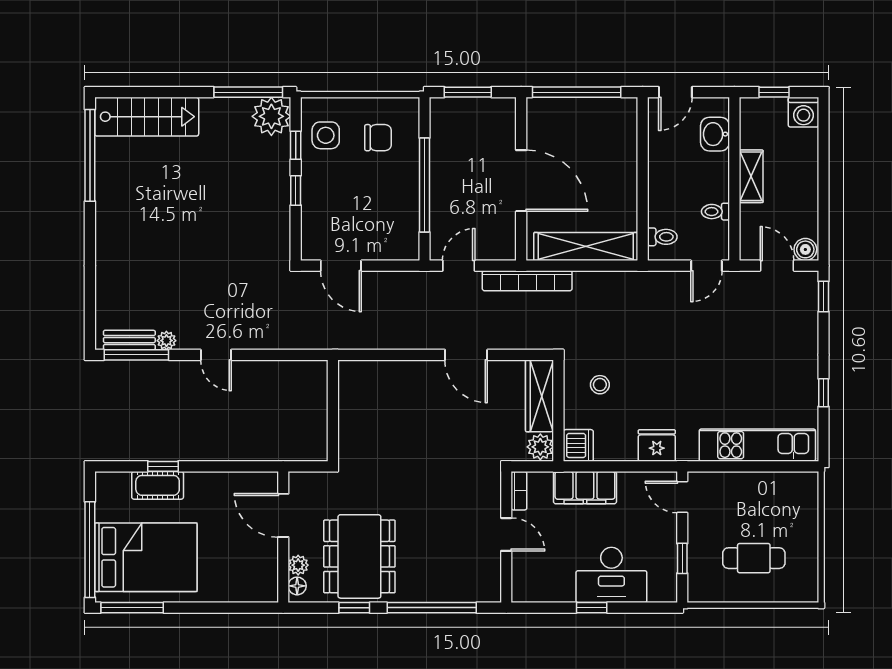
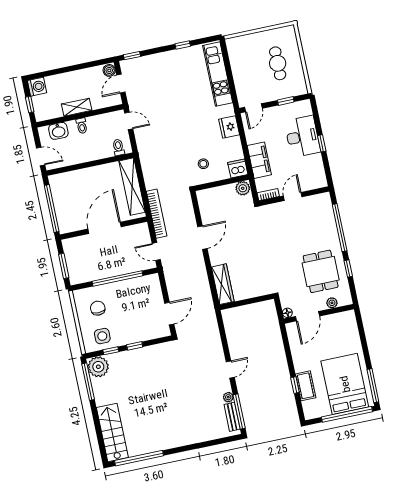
toilet: (715, 212) -> (82, 126), moved
wardrobe: (539, 396) -> (223, 284), moved, turned -90
dining table: (359, 556) -> (321, 271), width x0.73
floor lamp: (297, 586) -> (287, 313), moved

